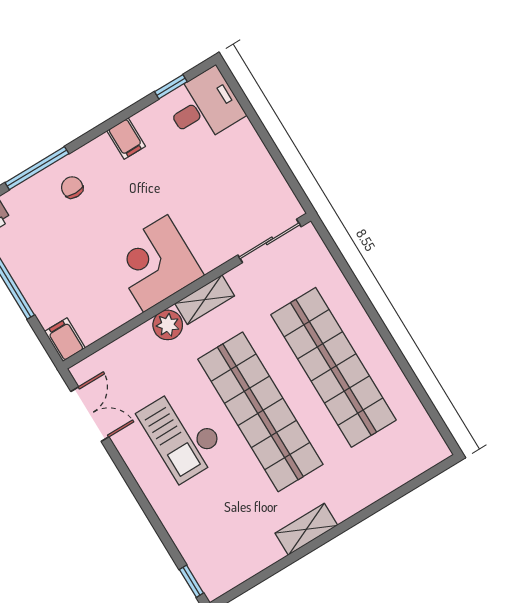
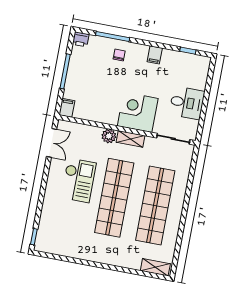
desk: (204, 107) -> (187, 103), moved
corner desk: (156, 263) -> (138, 112), moved
checkout: (182, 434) -> (79, 180), turned 180
shelving: (306, 529) -> (155, 267), moved

